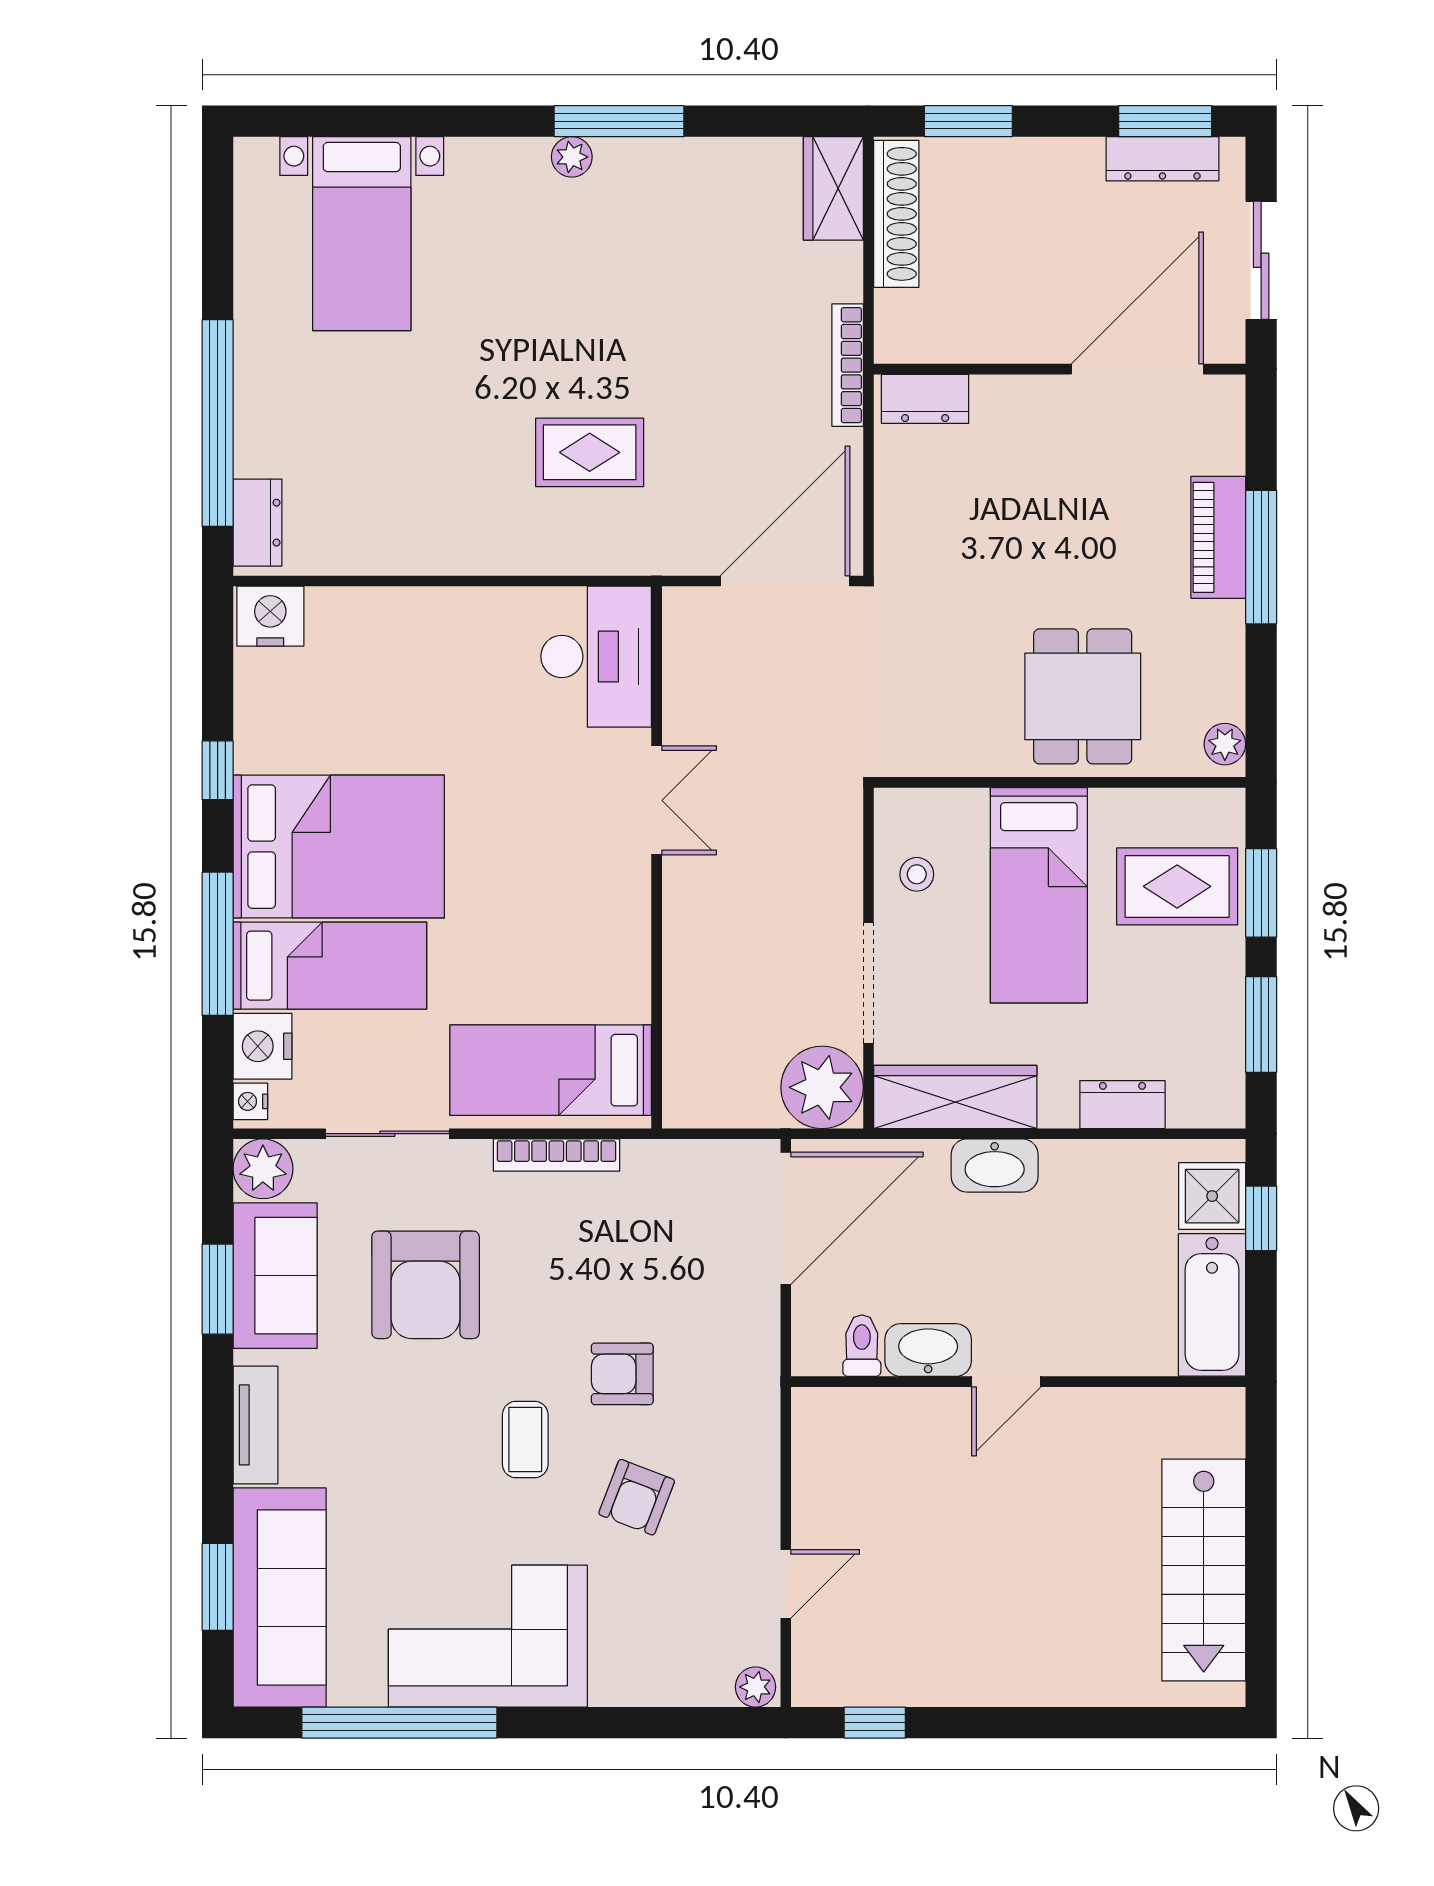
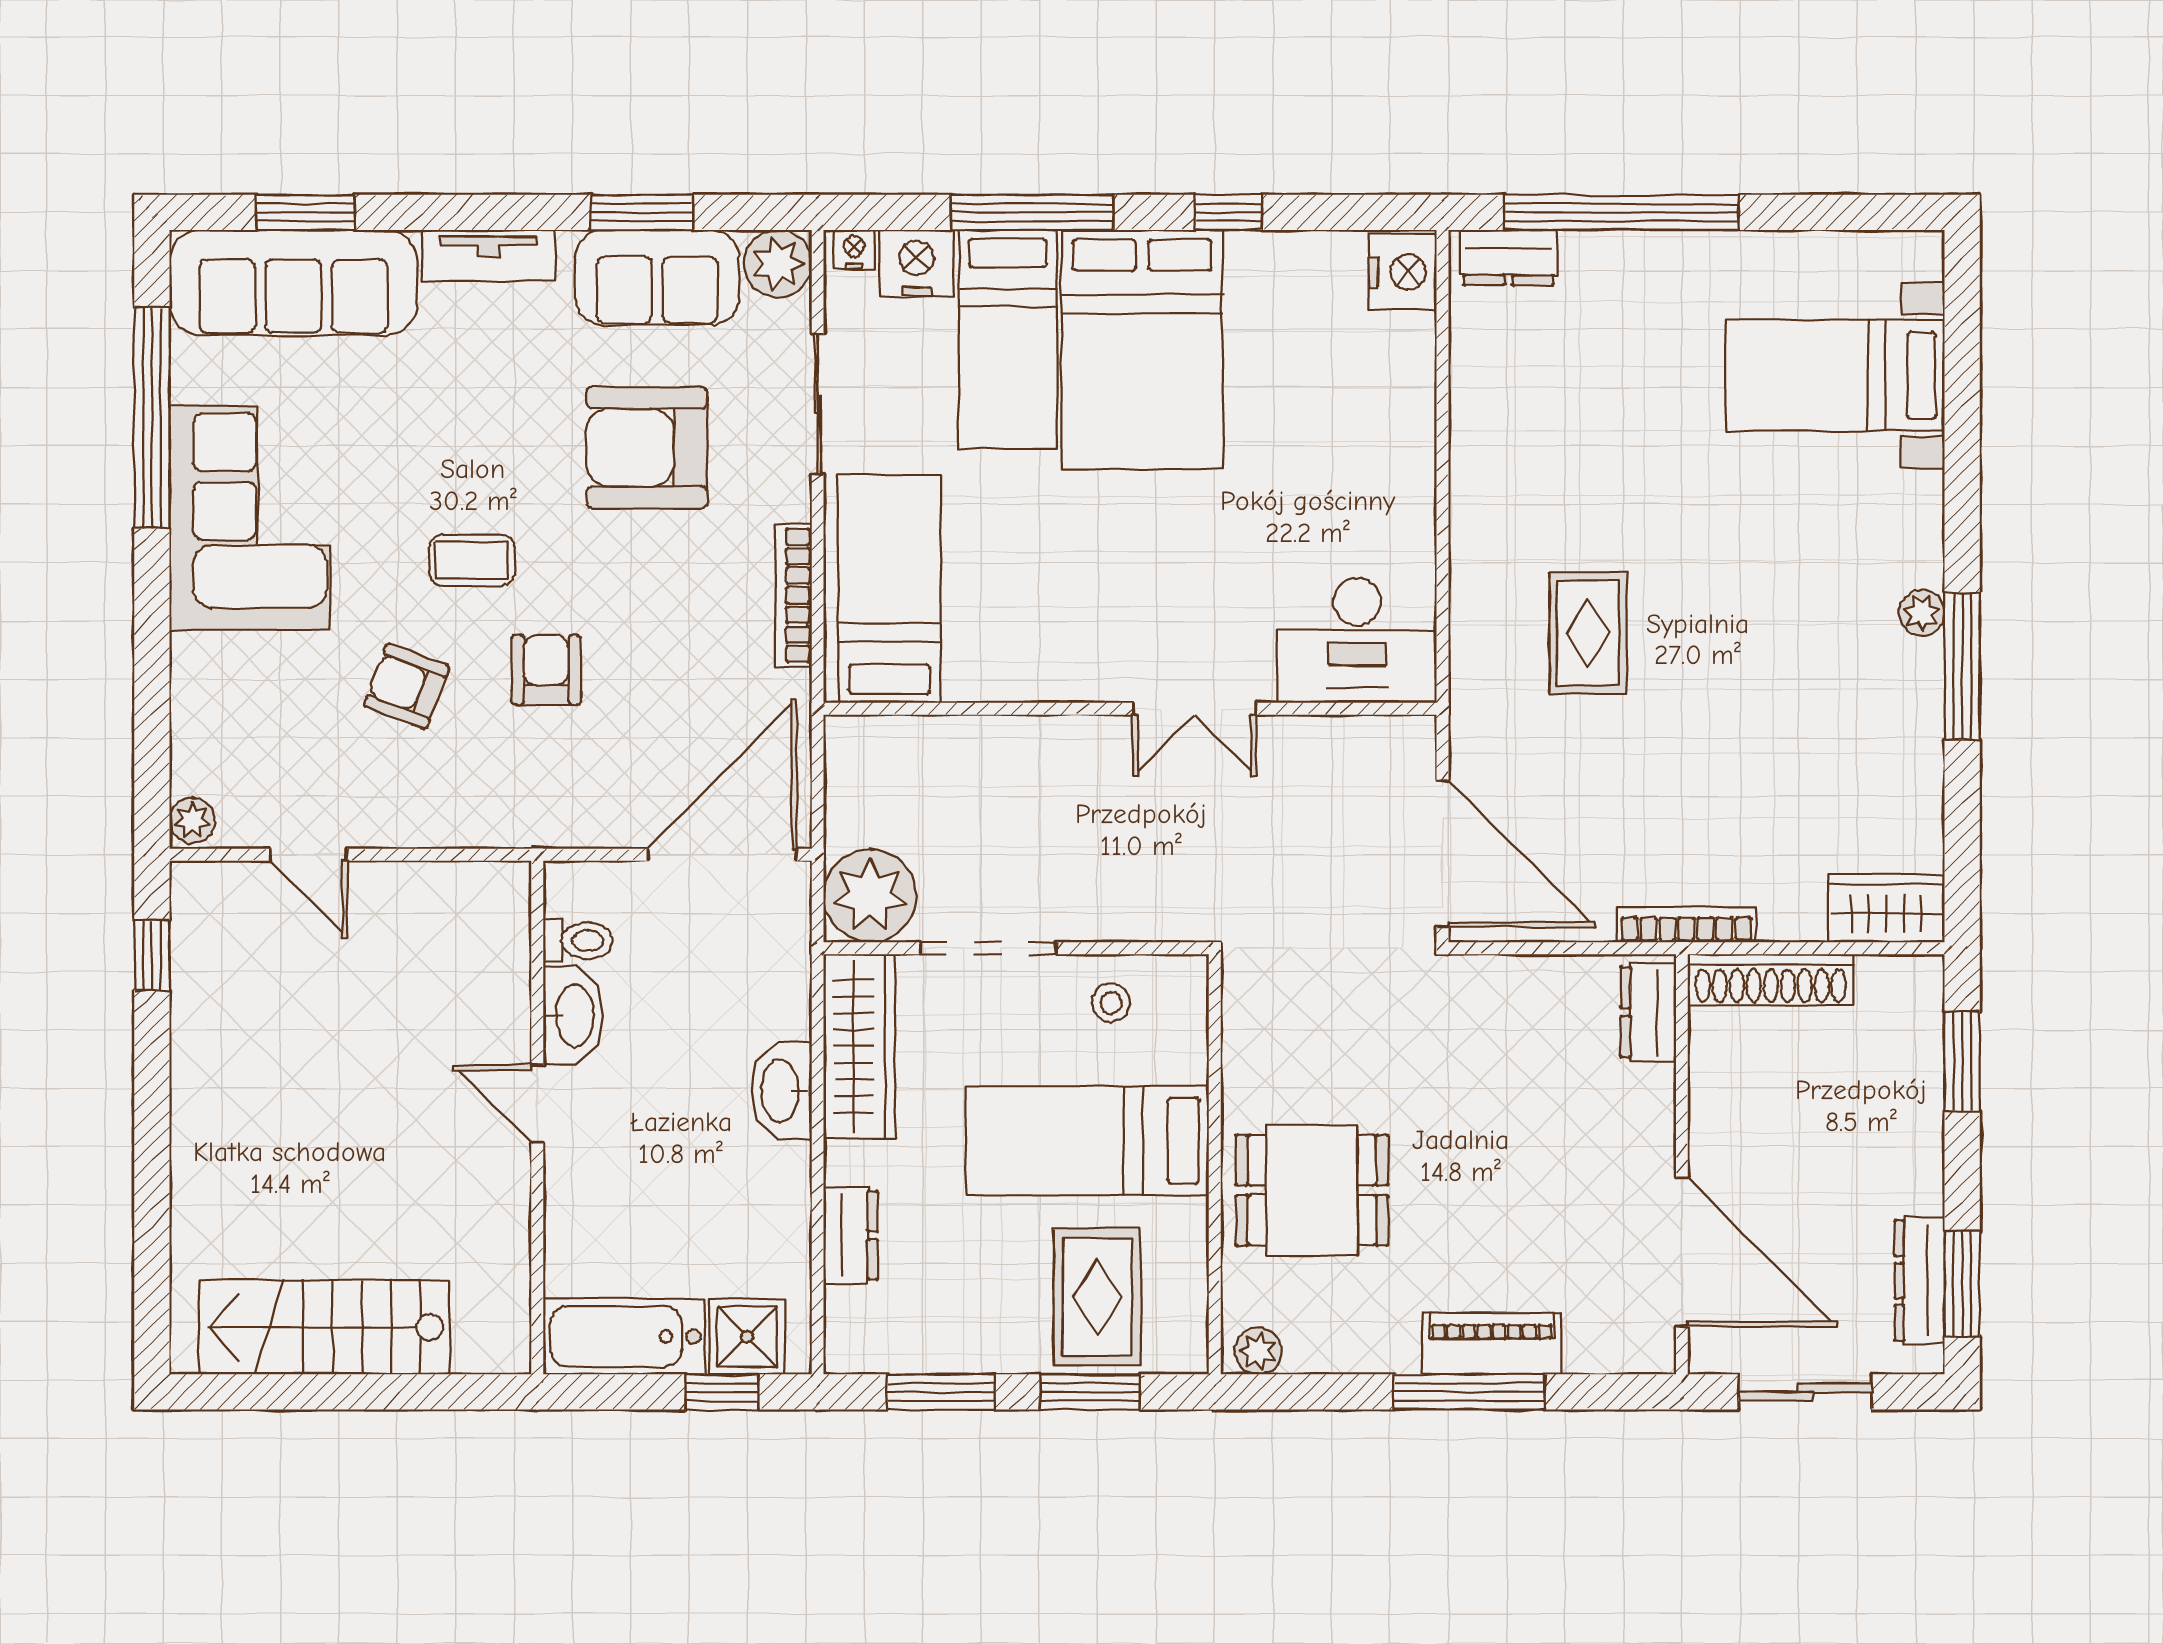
shoe rack: (896, 214) -> (1771, 980), moved
door: (786, 1218) -> (722, 855), swing flipped

